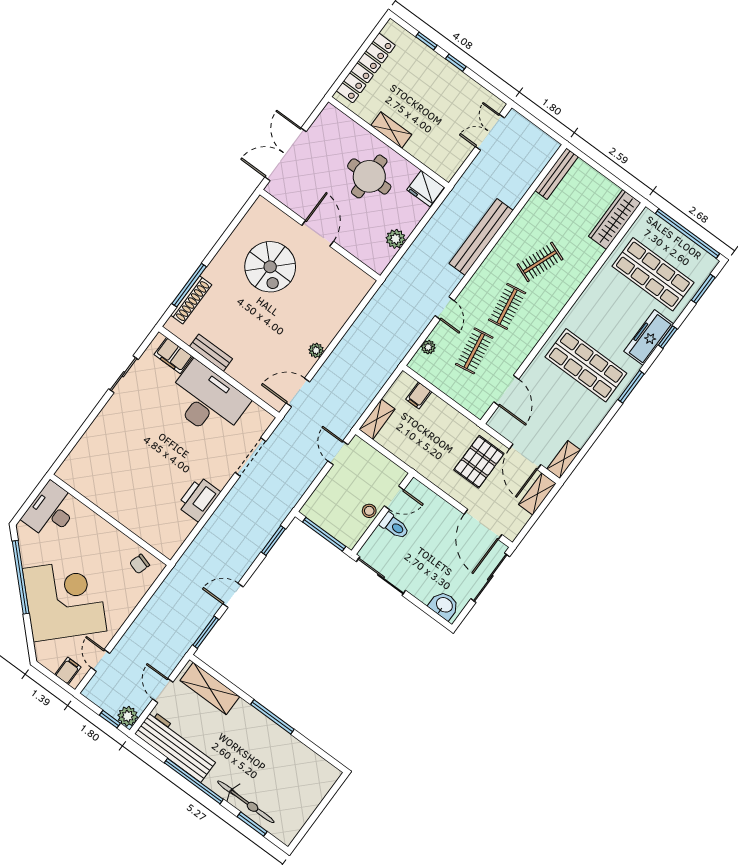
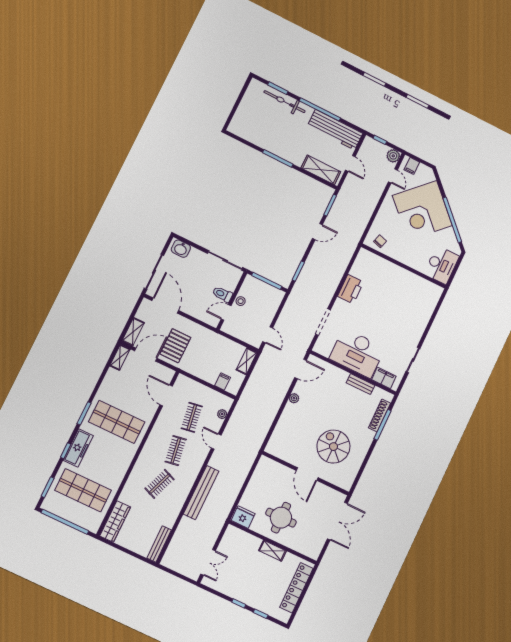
plant: (396, 239) -> (256, 480), removed
door: (525, 457) -> (146, 355), hinge flipped
plant: (128, 716) -> (393, 156), moved

